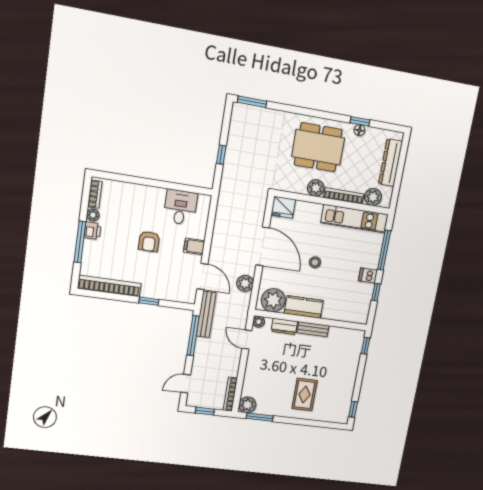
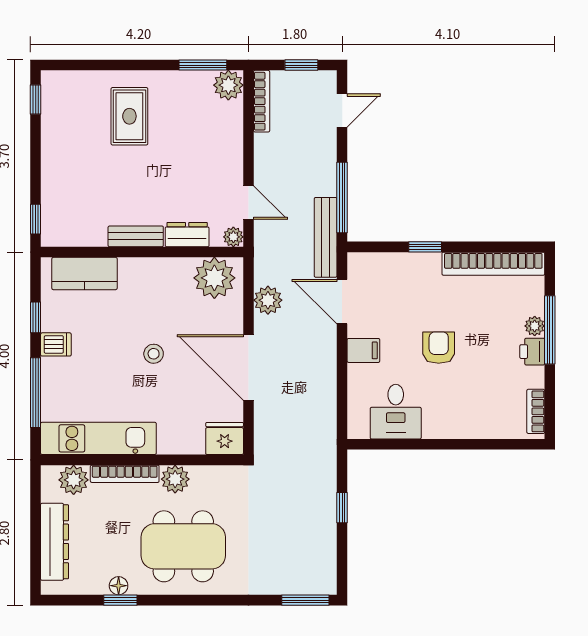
plant: (93, 215) -> (535, 326), moved
kitchen counter: (304, 307) -> (84, 274), moved

